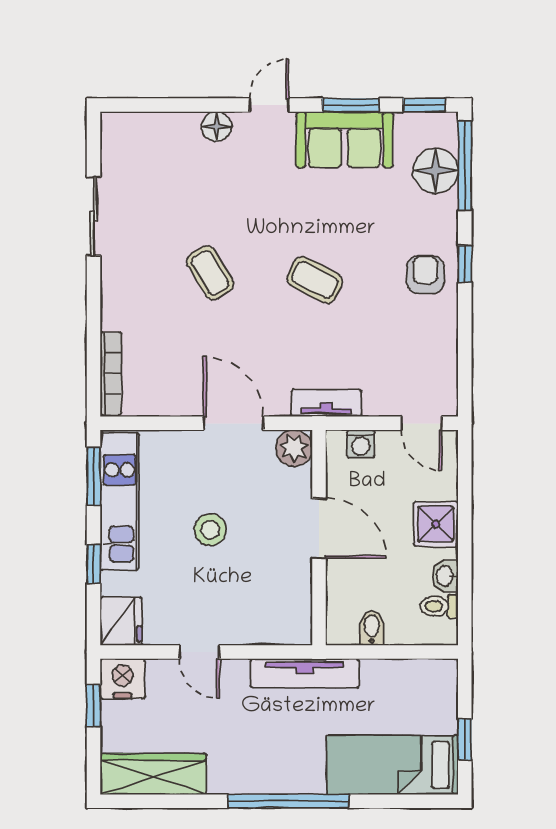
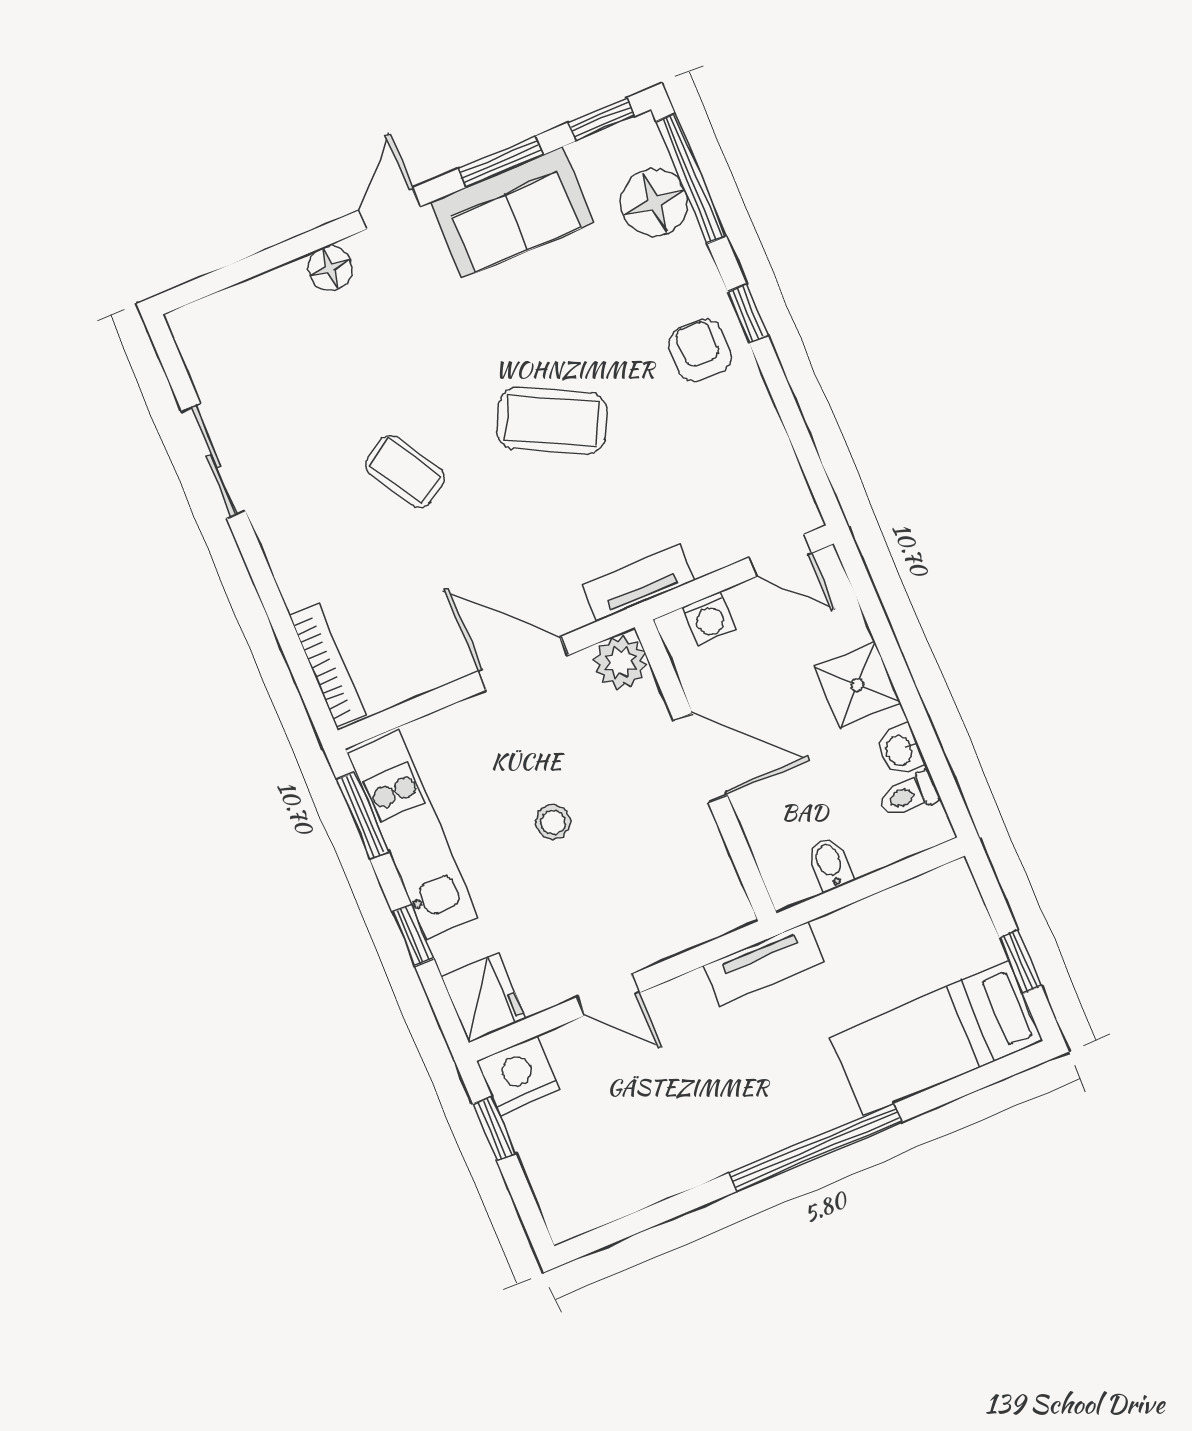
coffee table: (315, 280) -> (552, 421), width x1.36, depth x1.30
stool: (210, 530) -> (553, 822), width x0.73, depth x0.73
tv unit: (305, 673) -> (764, 964), width x0.71
wardrobe: (153, 774) -> (615, 1188), removed

